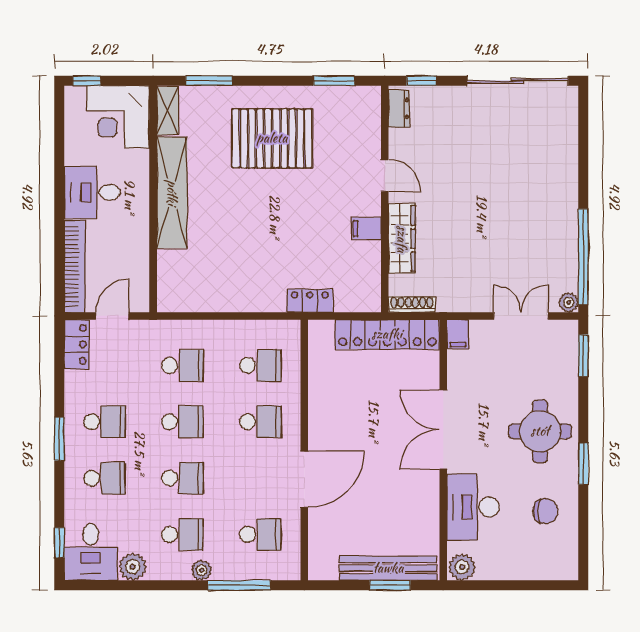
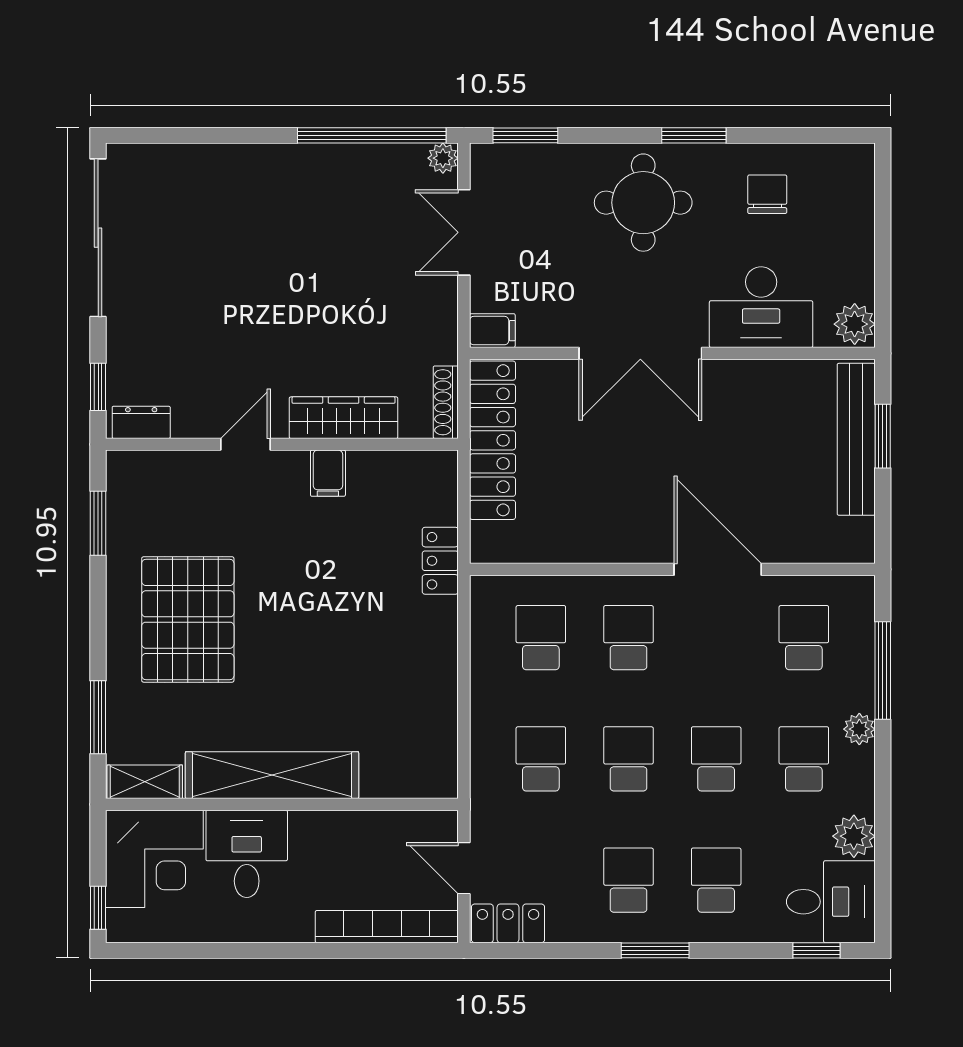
desk: (92, 192) -> (247, 854), moved, turned 180

